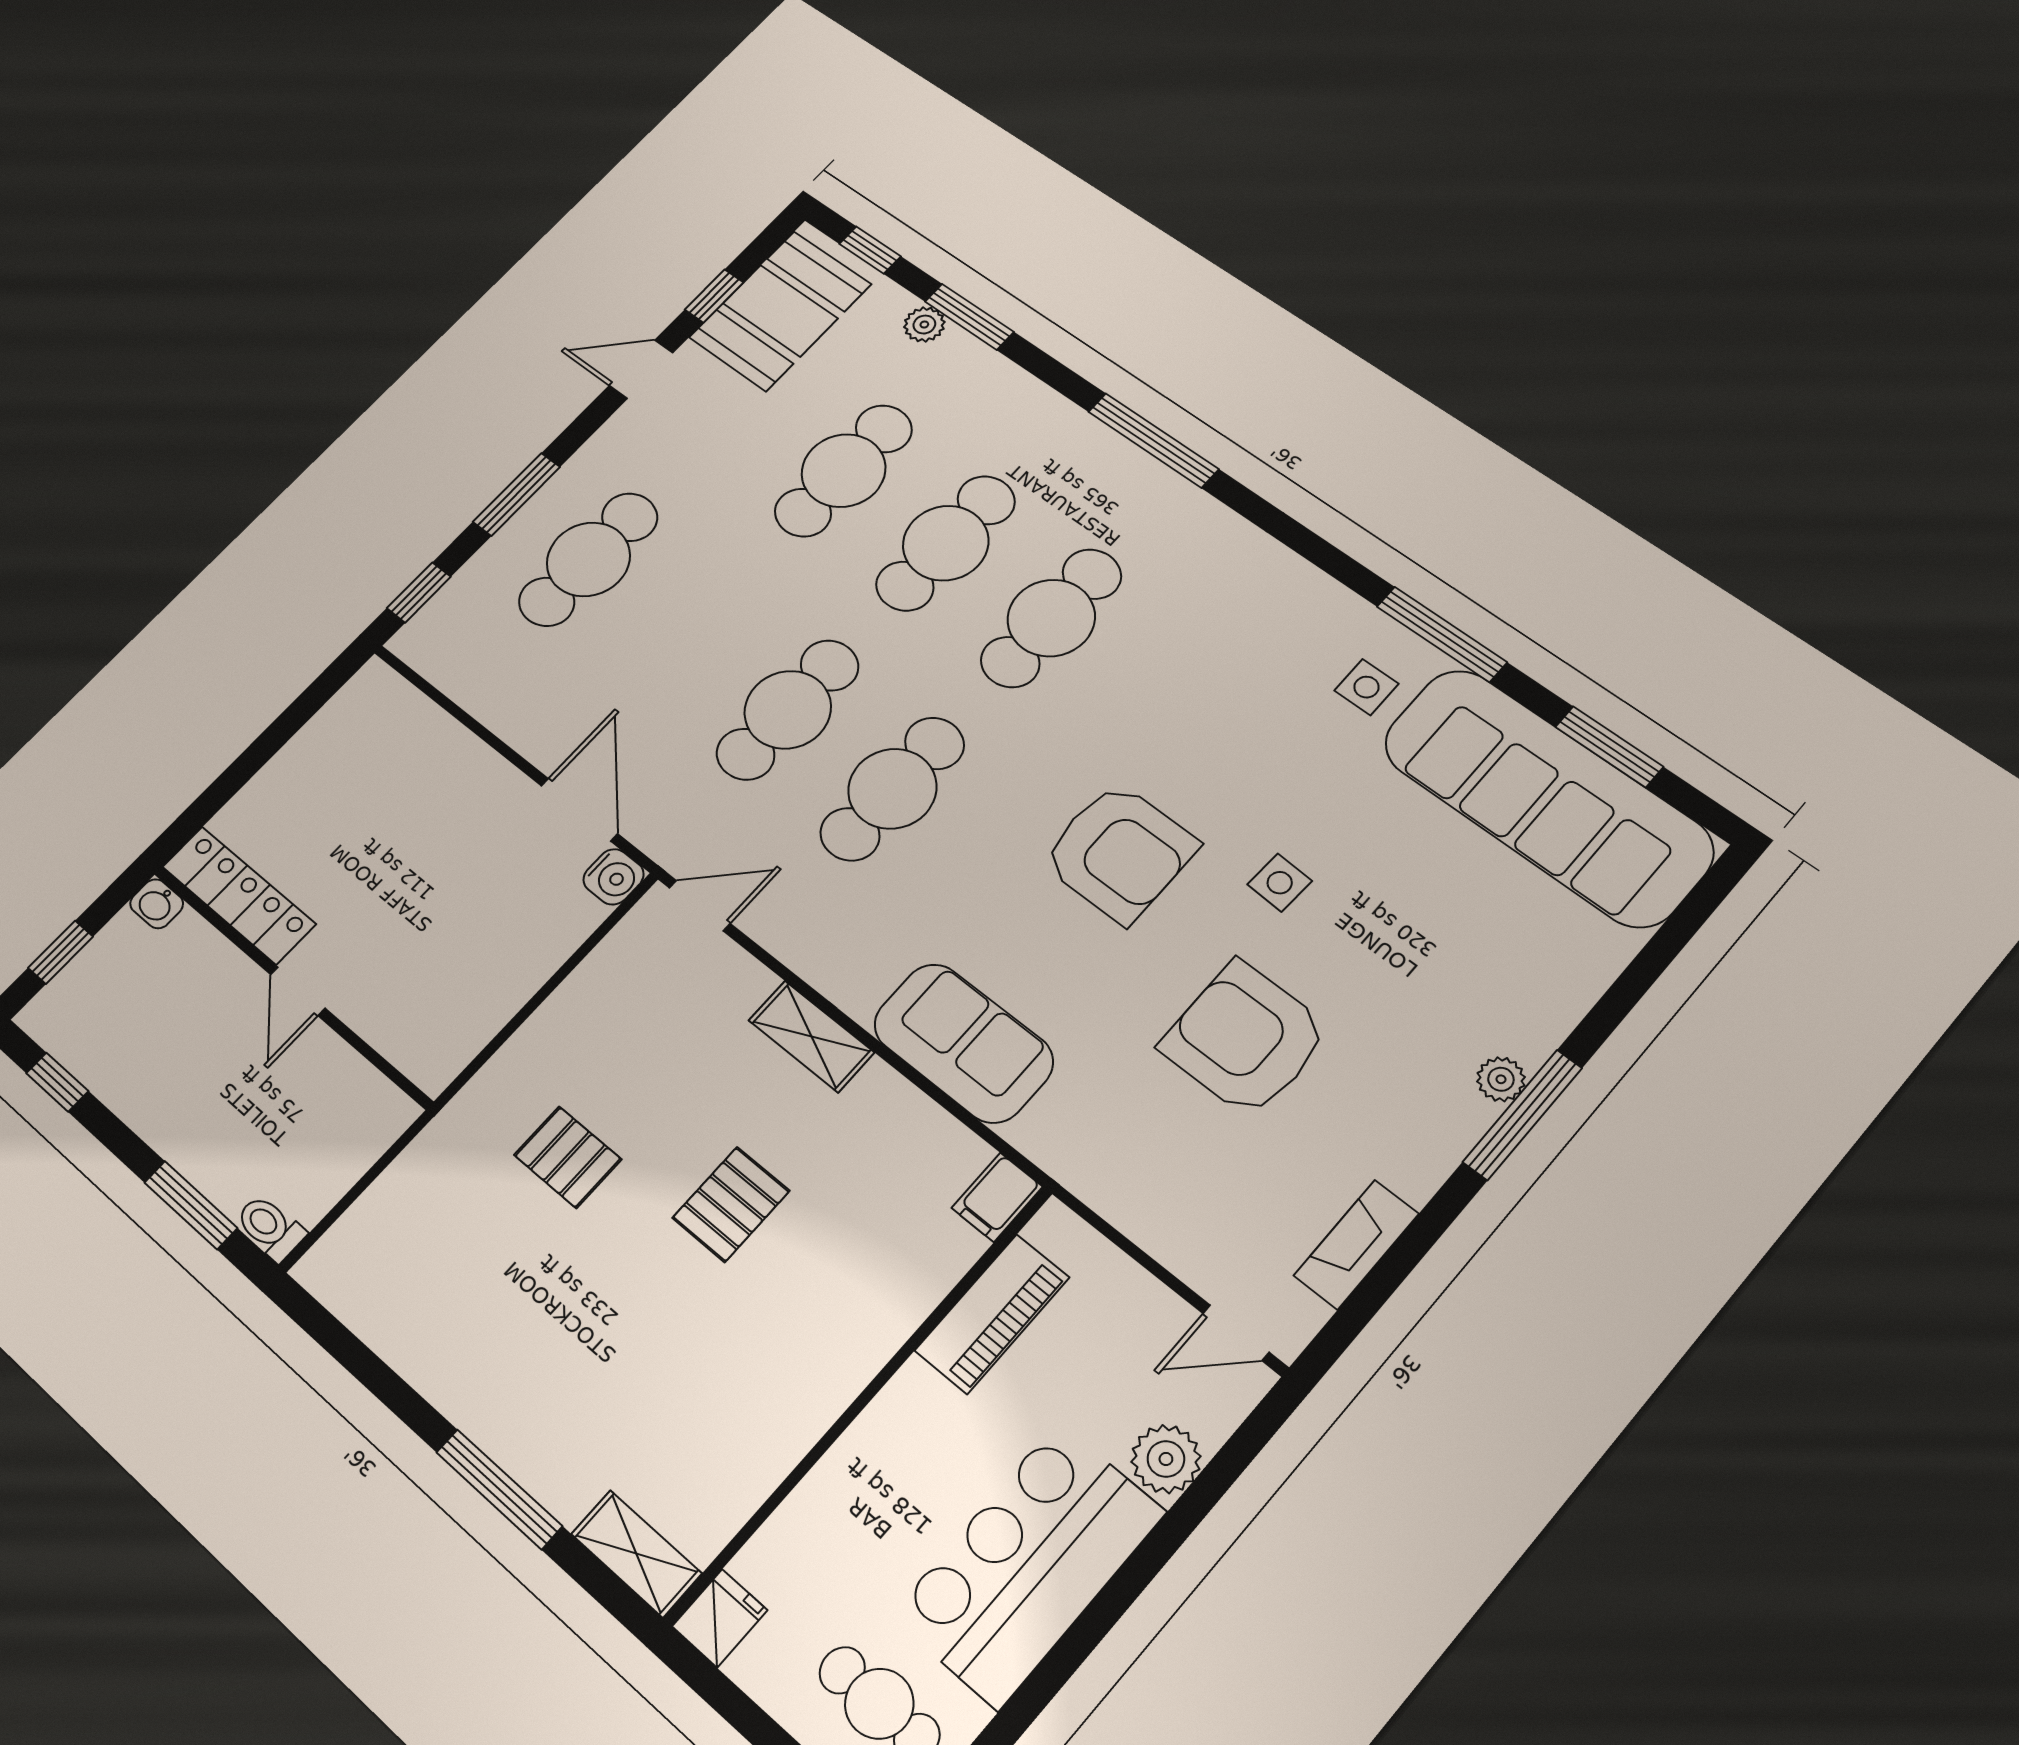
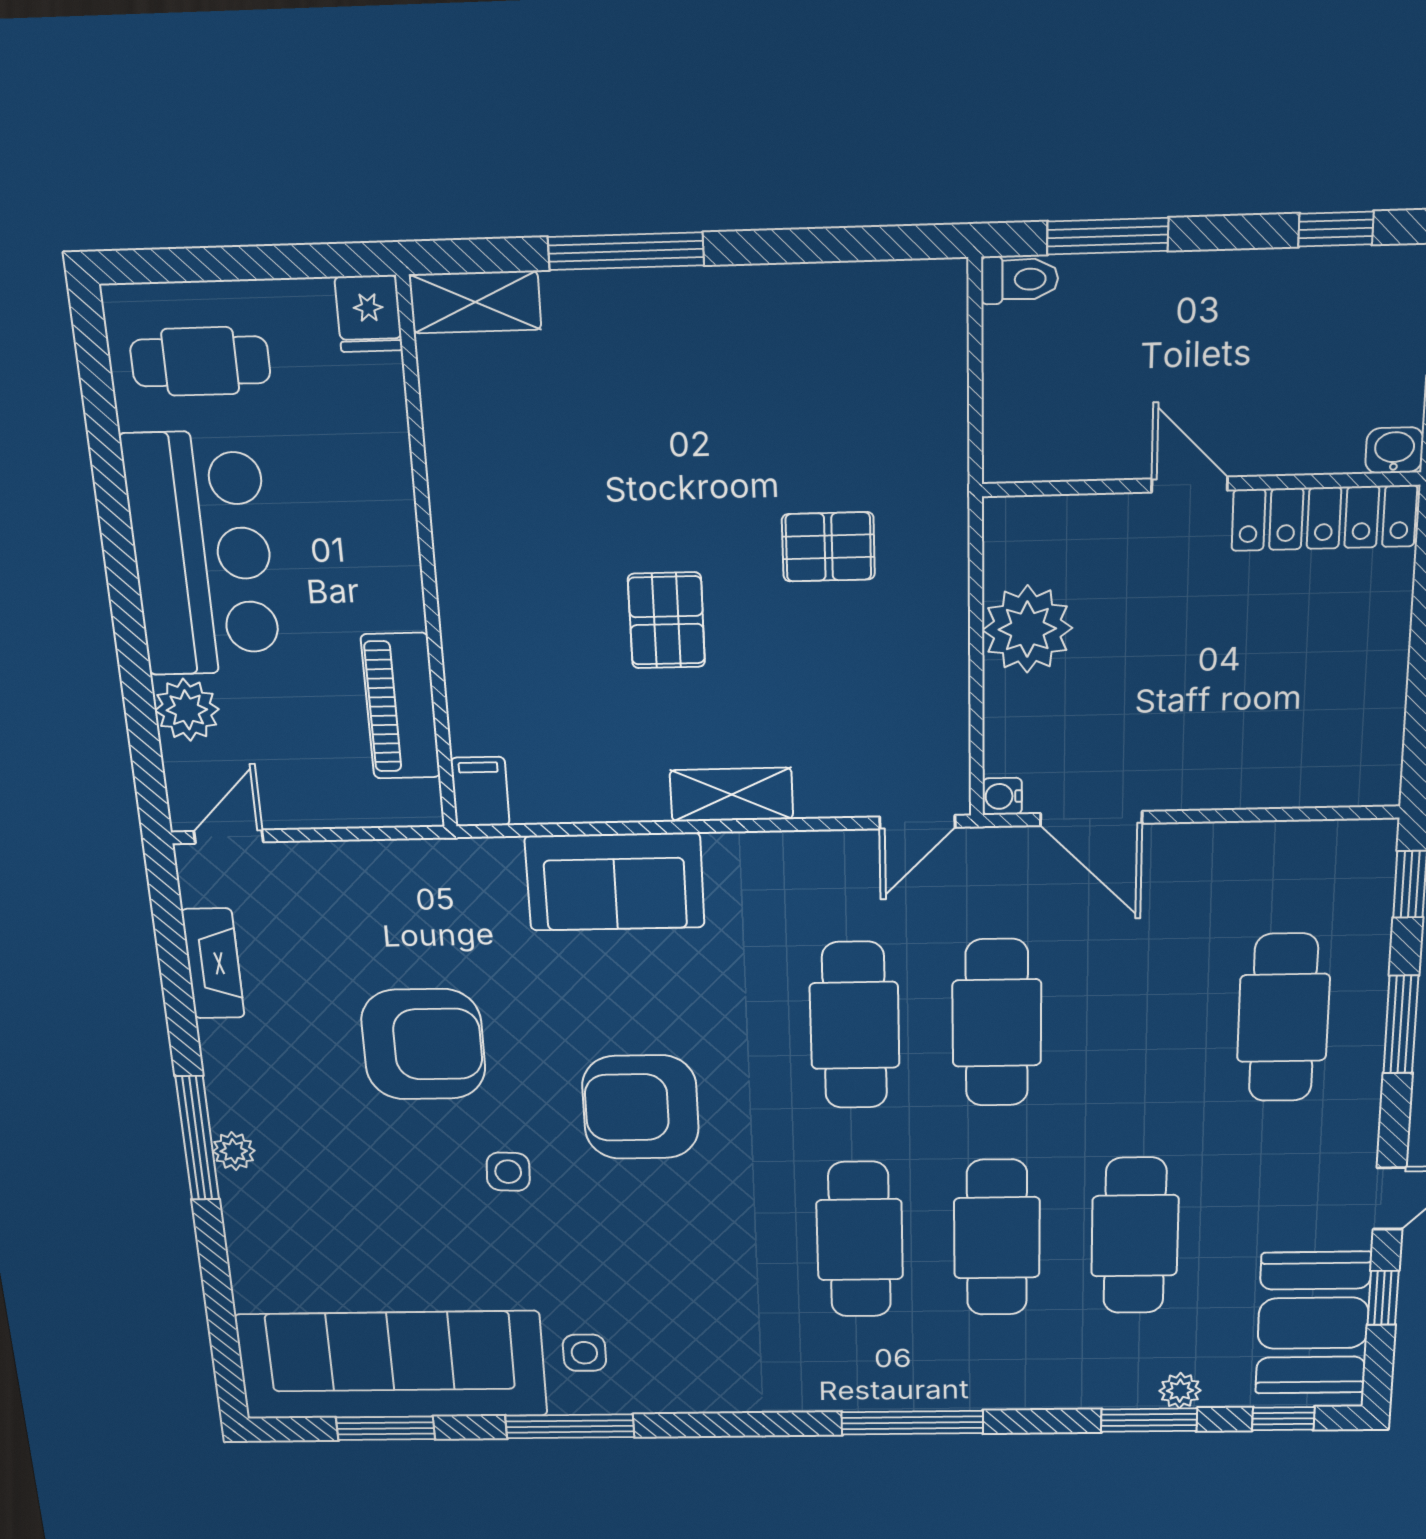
water cooler: (614, 877) -> (1002, 796), width x0.72, depth x0.72
plant: (493, 982) -> (1027, 629), added

